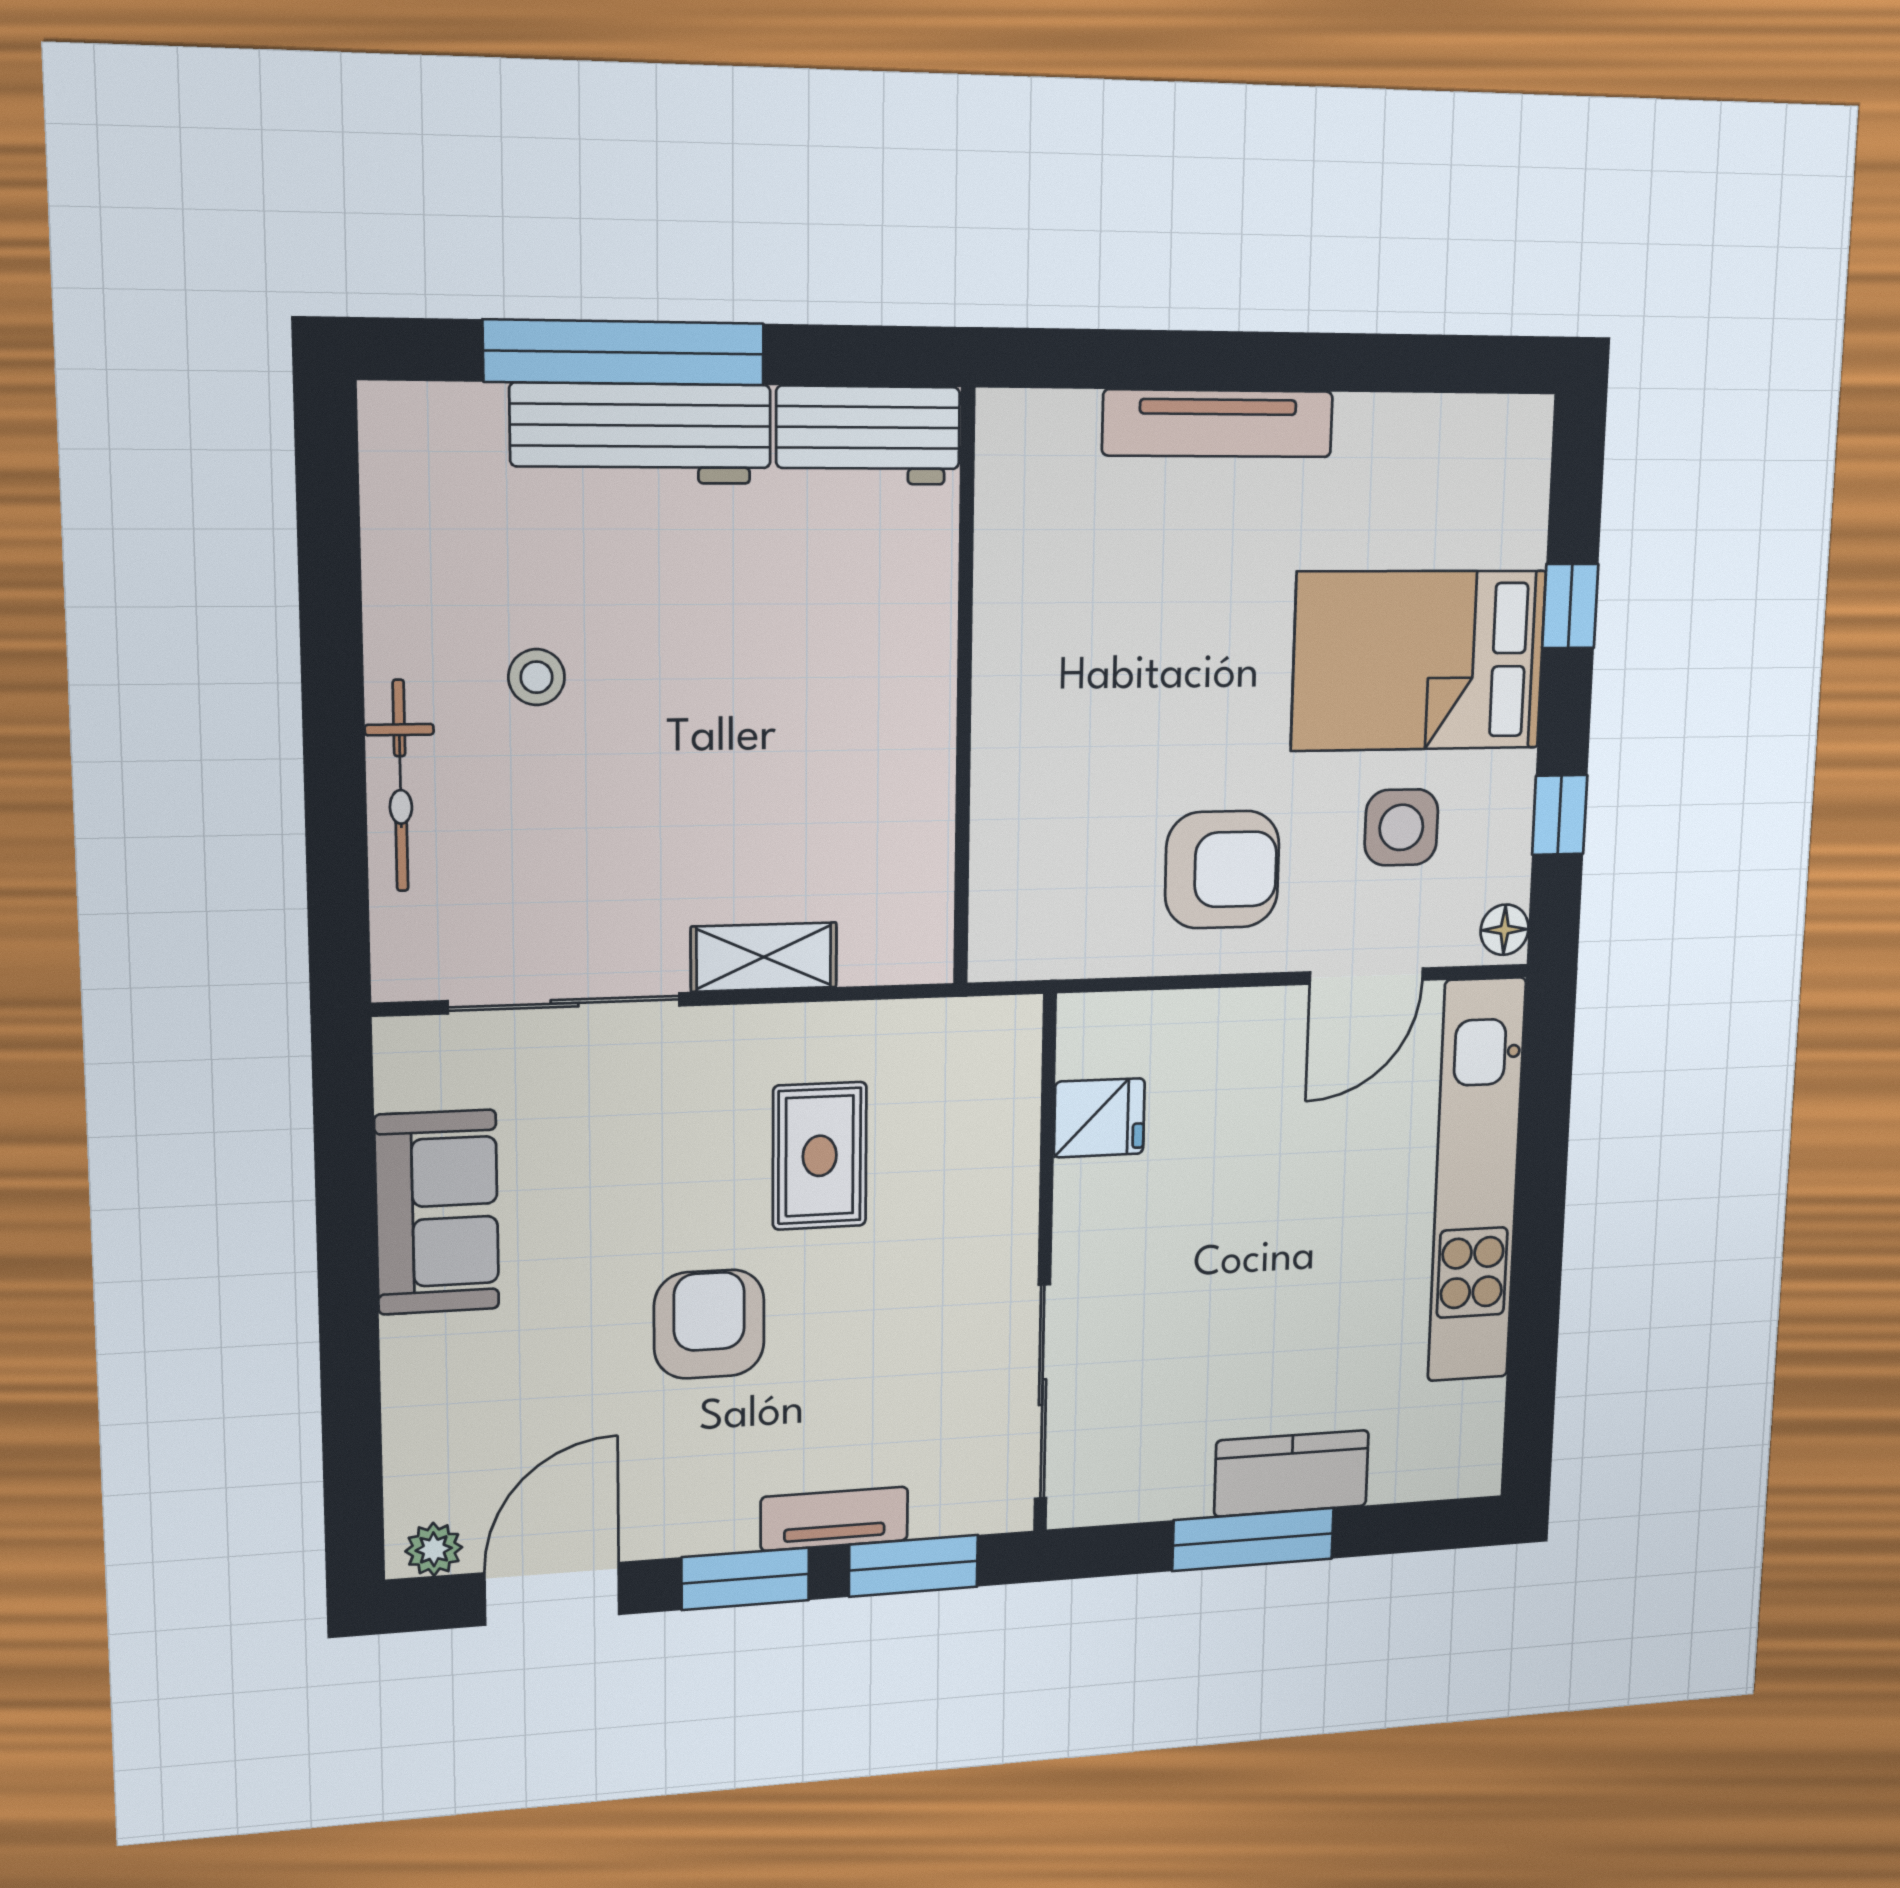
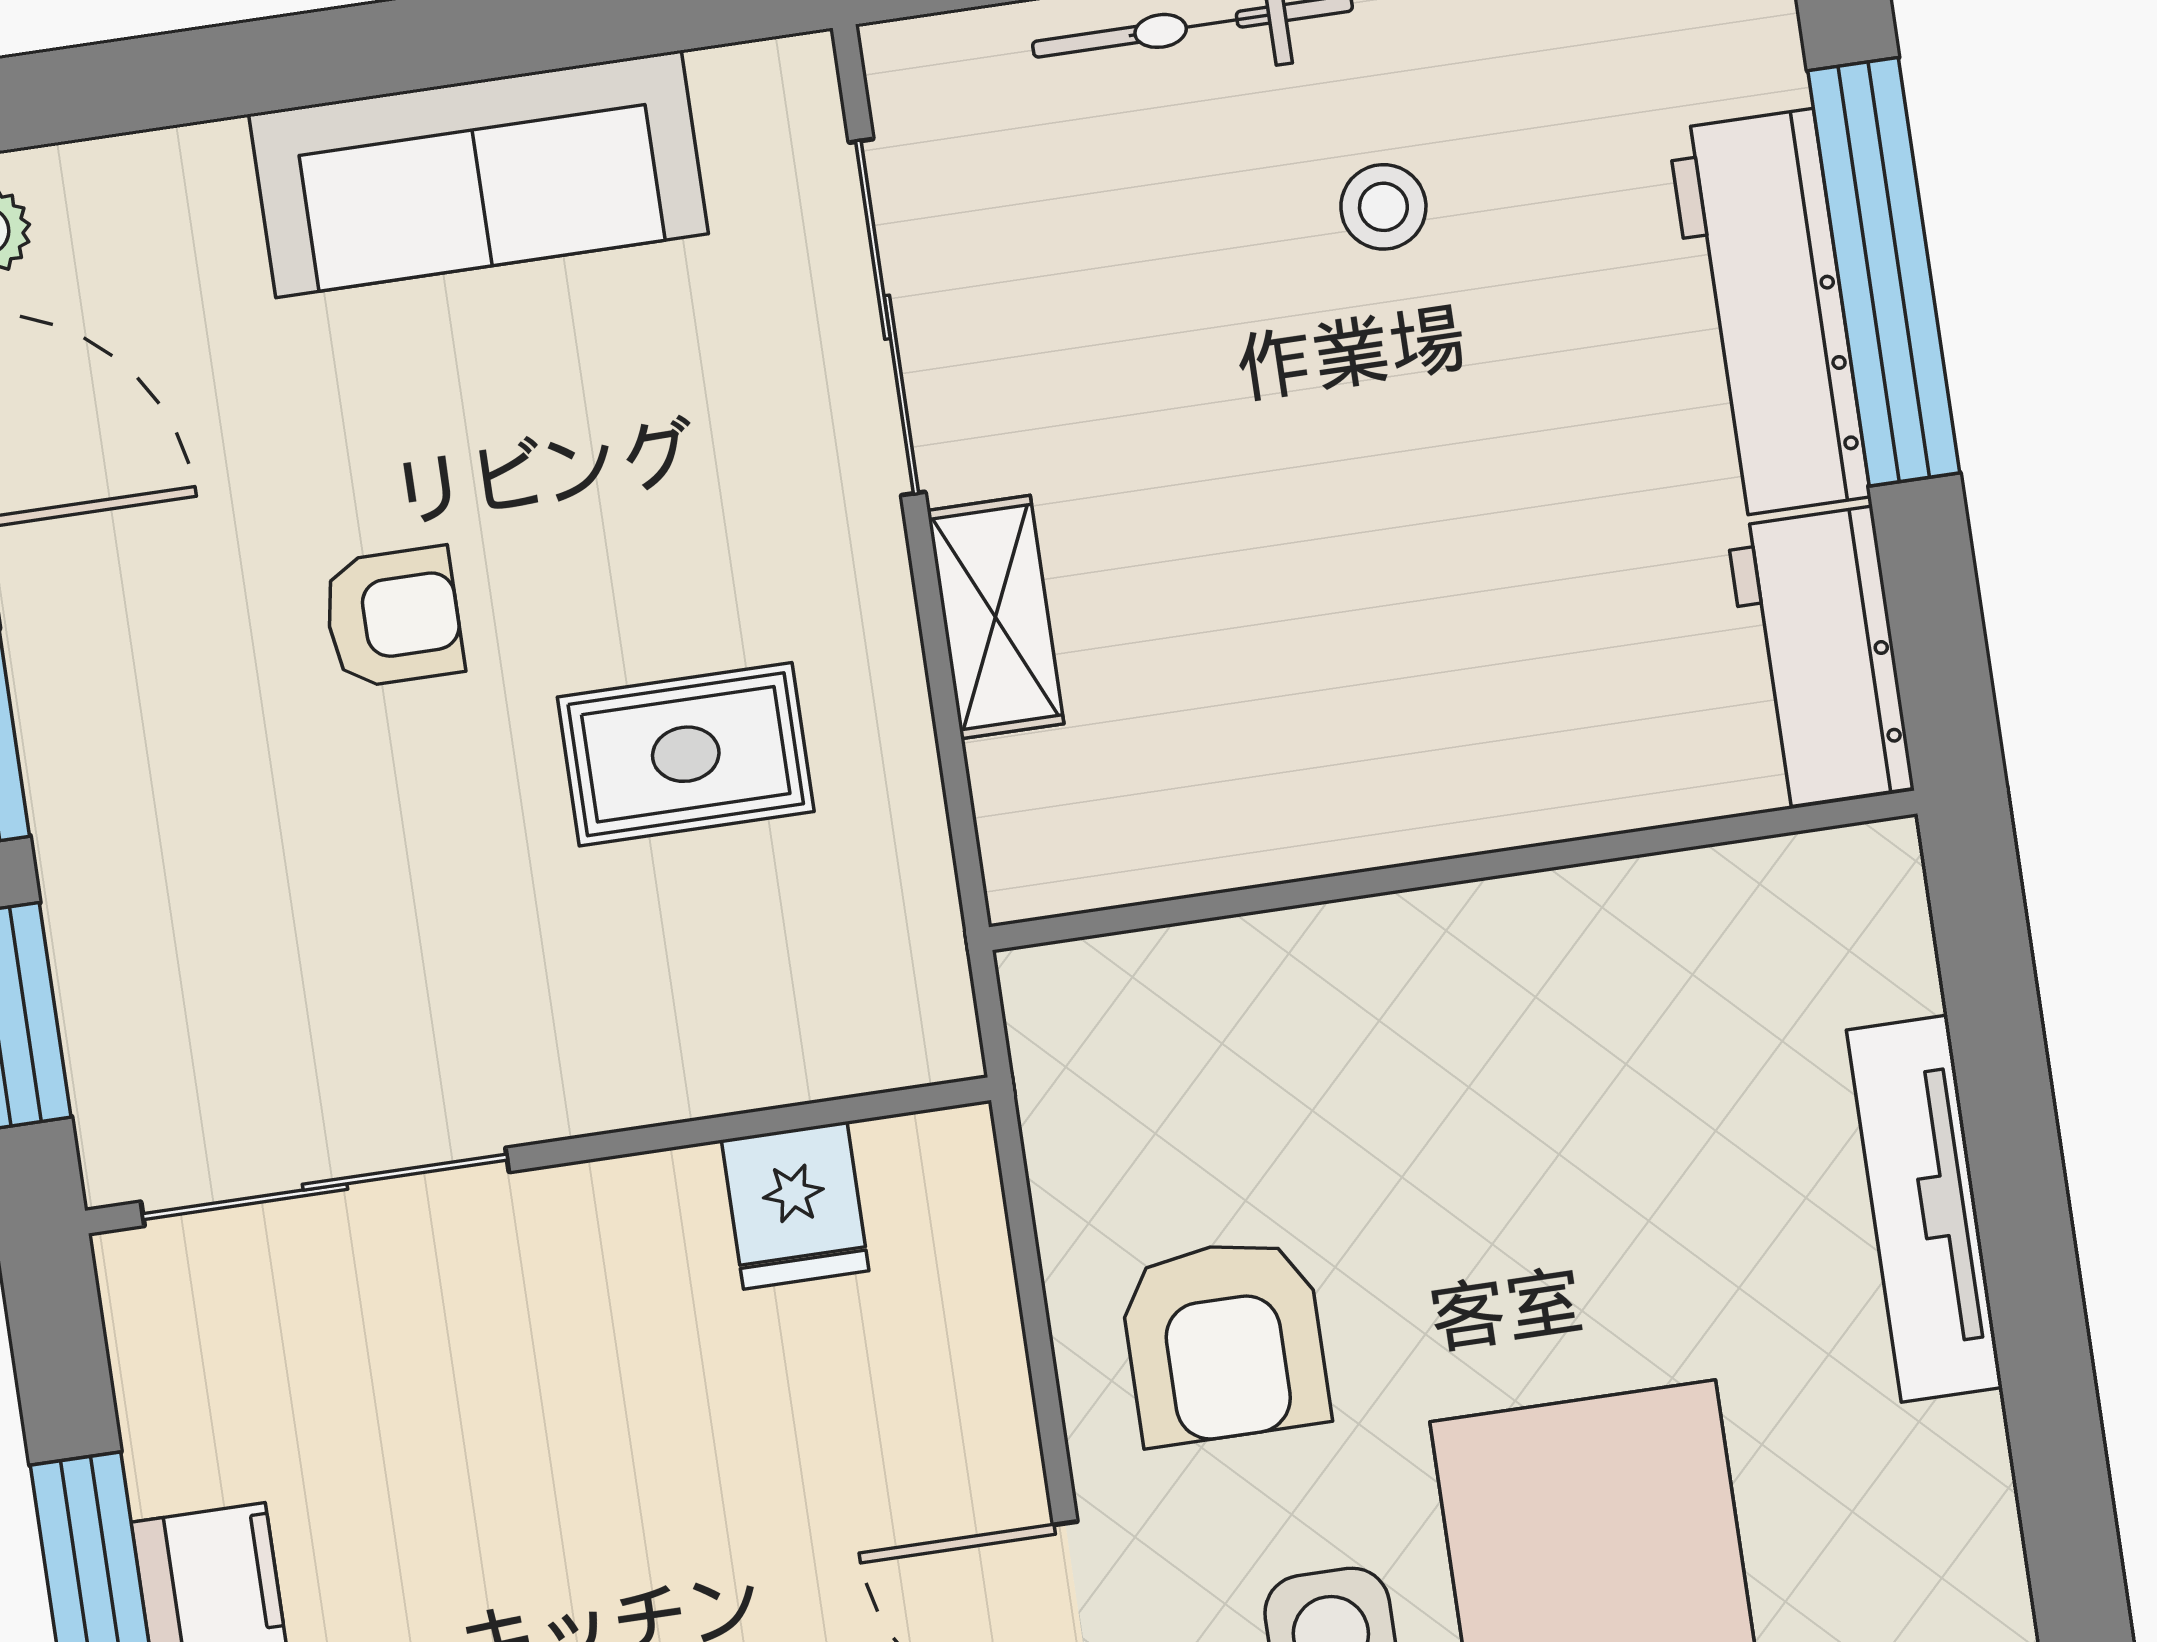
sofa: (437, 1212) -> (479, 174), width x1.36
armchair: (709, 1324) -> (393, 617), width x0.72, depth x0.72
tv unit: (834, 1519) -> (82, 871), removed

